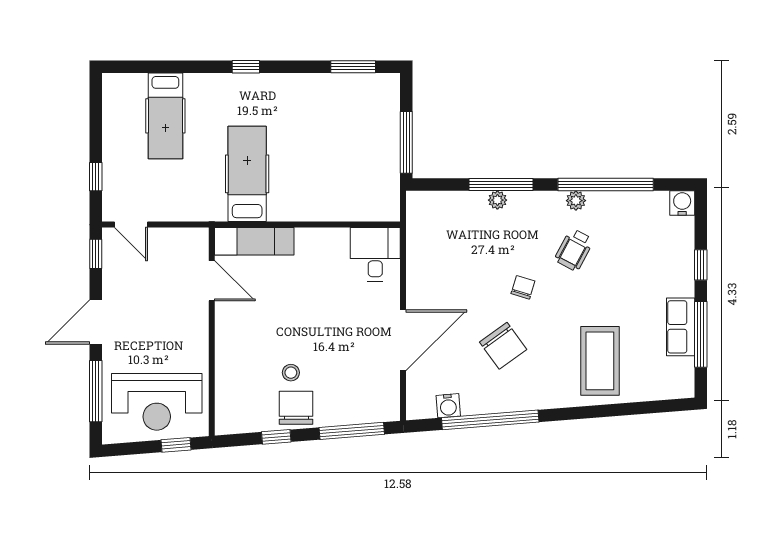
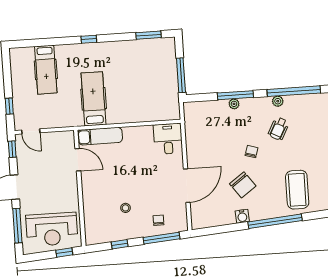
water cooler: (448, 406) -> (242, 216), moved
chair: (296, 408) -> (159, 220), moved, width x0.54, depth x0.54
window: (490, 420) -> (275, 221), moved

